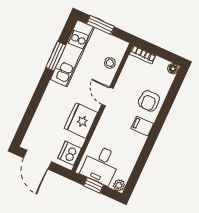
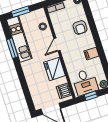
door: (107, 96) -> (57, 45), hinge flipped
filing cabinet: (142, 126) -> (91, 54), moved

